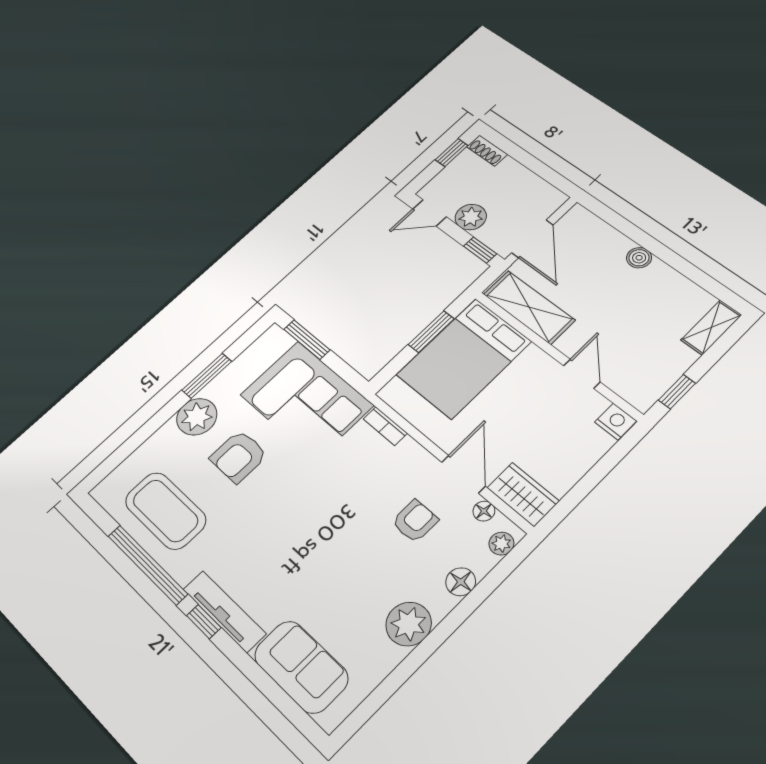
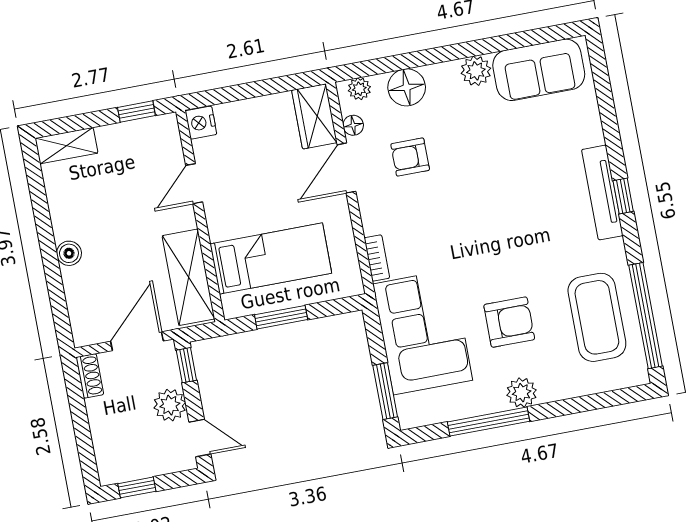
shoe rack: (487, 151) -> (90, 376), moved
bed: (464, 358) -> (271, 259), width x0.67
window: (207, 376) -> (489, 422), width x1.44
plant: (197, 417) -> (522, 393), width x0.73, depth x0.73
window: (148, 565) -> (646, 316), moved
floor lamp: (461, 582) -> (407, 87), width x1.38, depth x1.38
plant: (409, 624) -> (476, 71), width x0.73, depth x0.73
sofa: (301, 667) -> (539, 70), moved, turned -90

